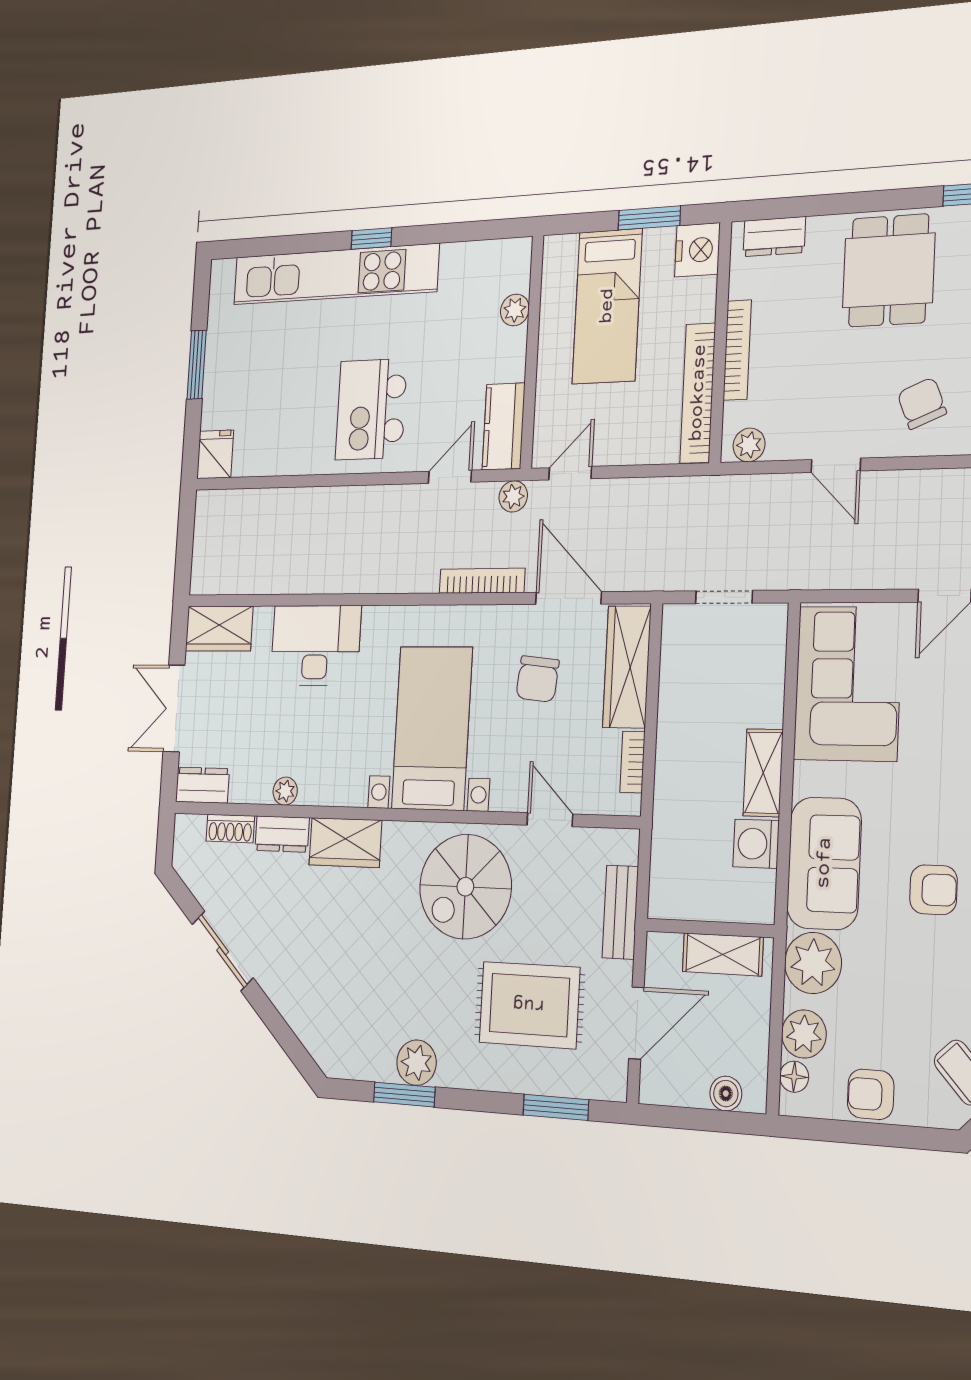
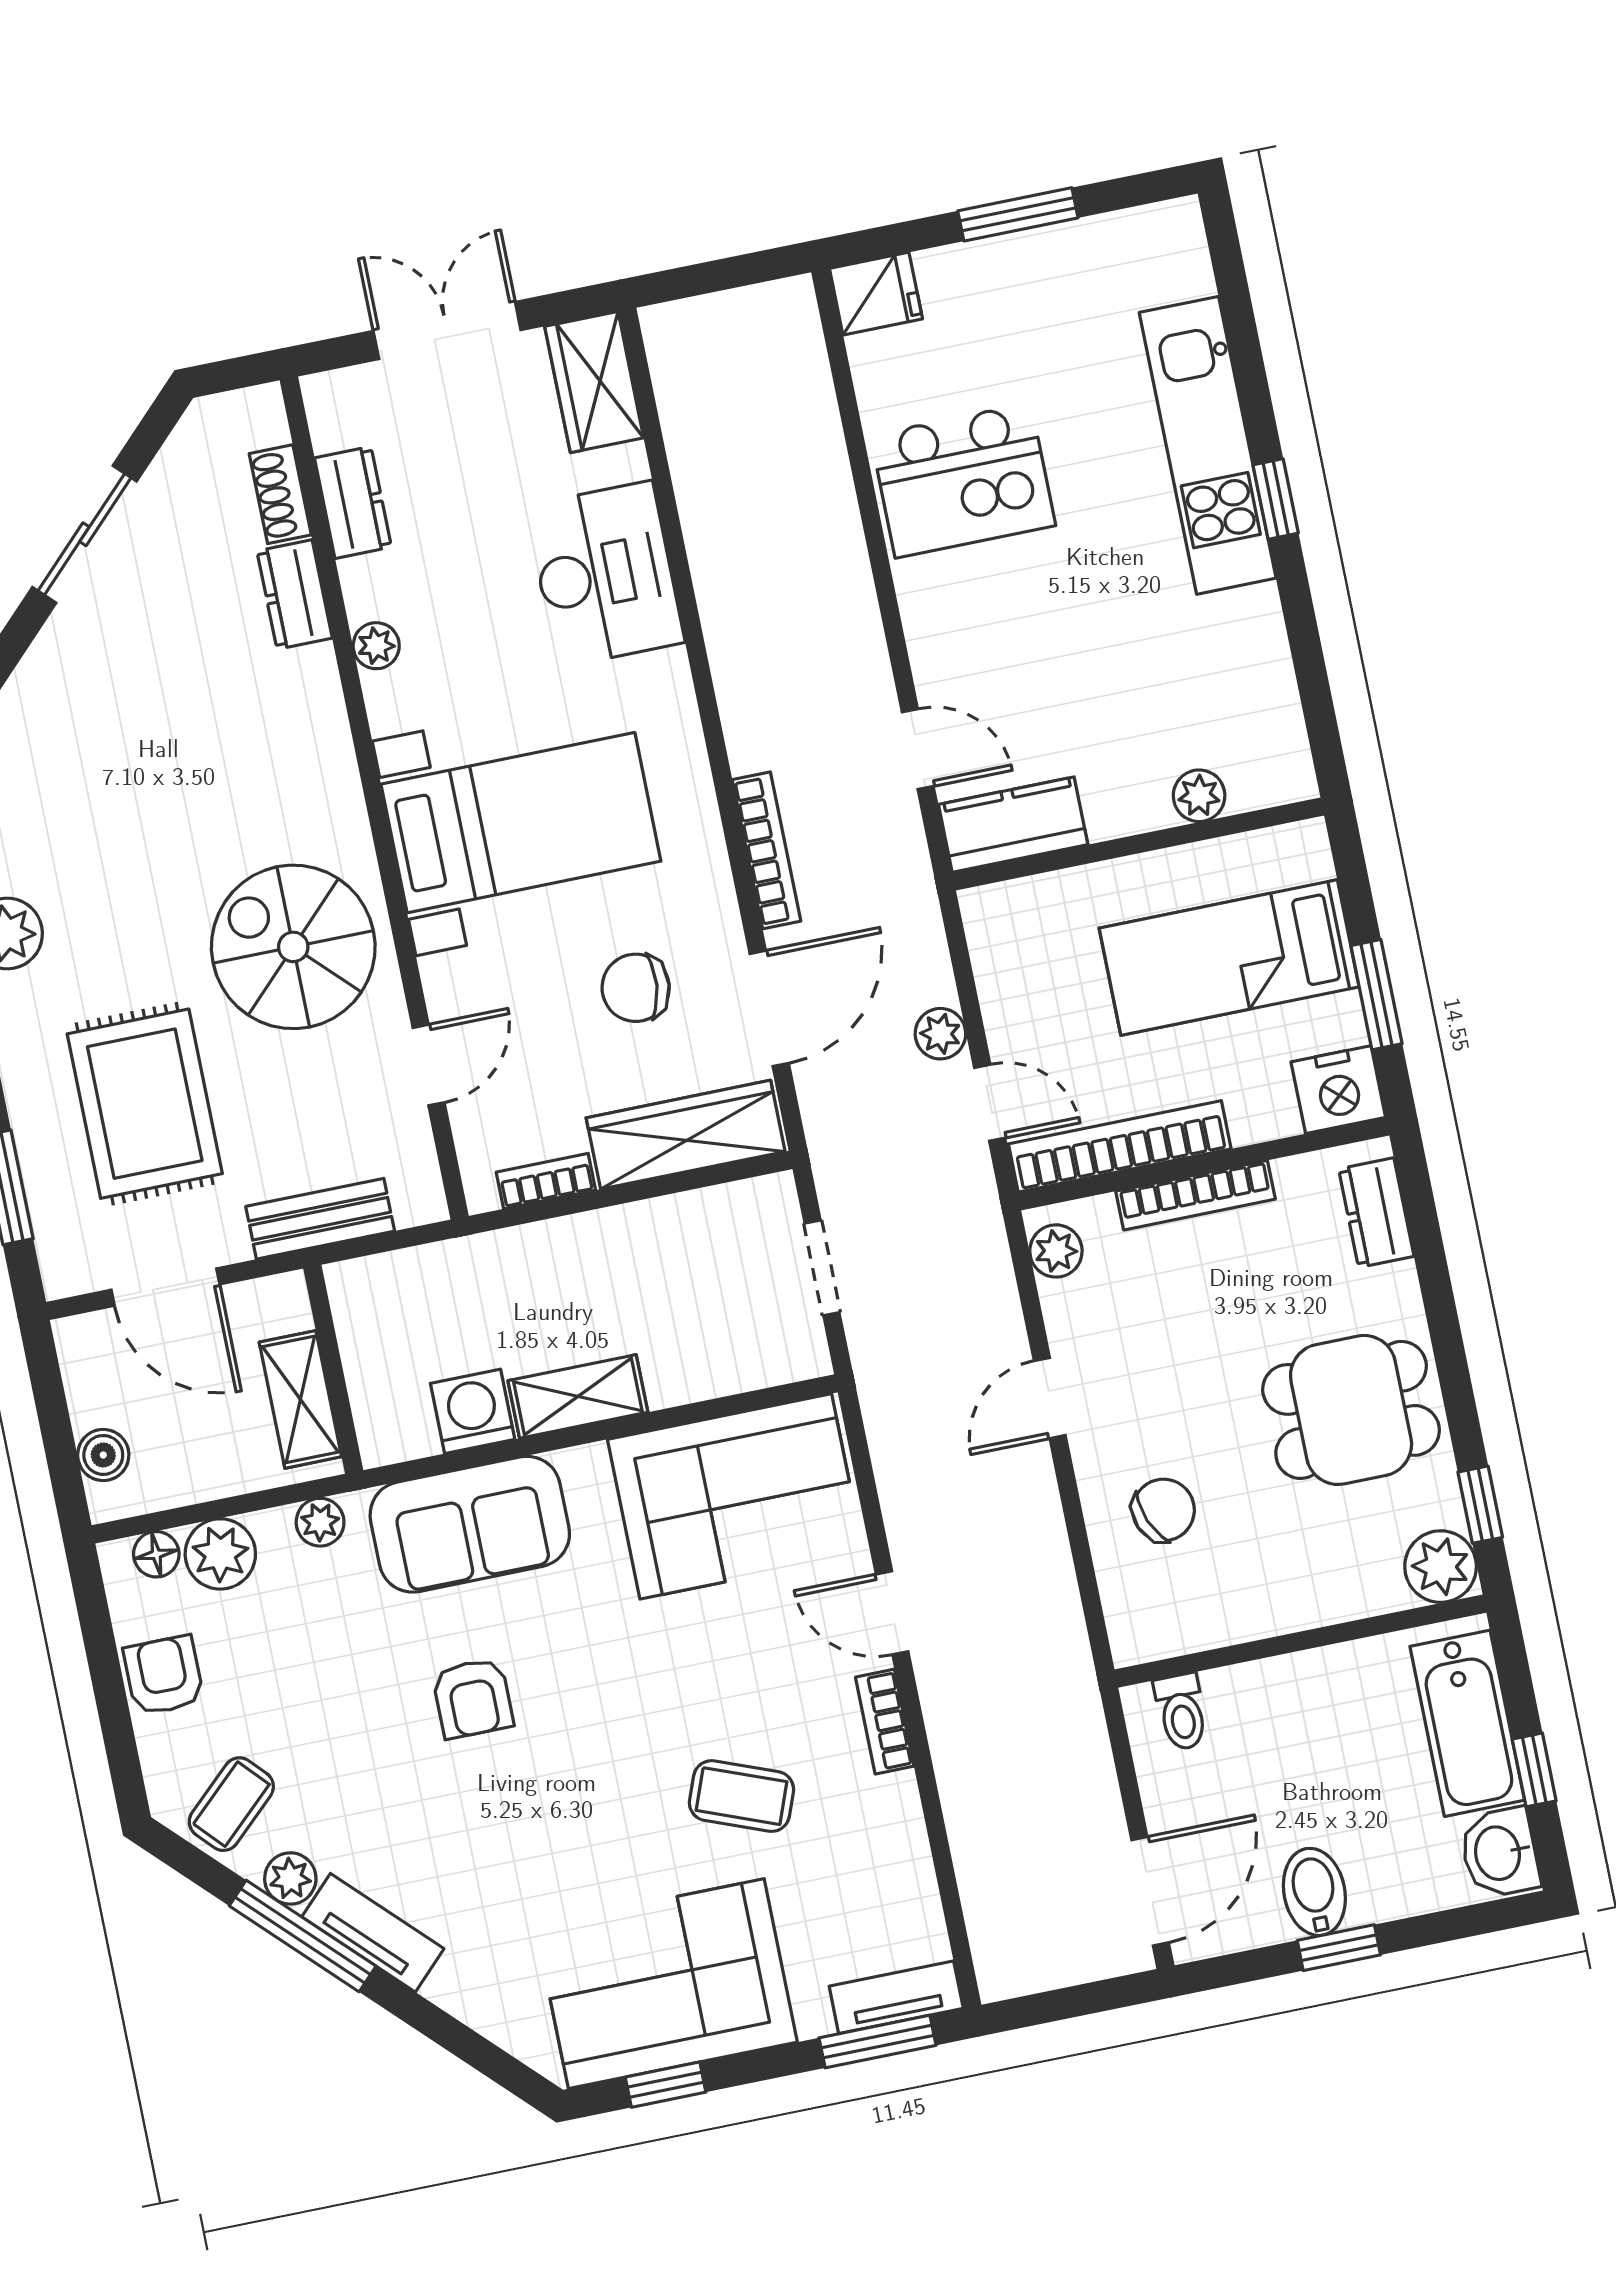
kitchen unit: (335, 274) -> (1208, 445), width x0.73
kitchen island: (371, 409) -> (963, 480), moved, turned 180
door: (570, 473) -> (990, 1103), moved
plant: (513, 496) -> (940, 1034), moved
dresser: (202, 785) -> (353, 502), moved
plant: (285, 791) -> (376, 646), moved
wardrobe: (345, 843) -> (309, 715), removed
plant: (813, 963) -> (320, 1522), width x0.53, depth x0.53

